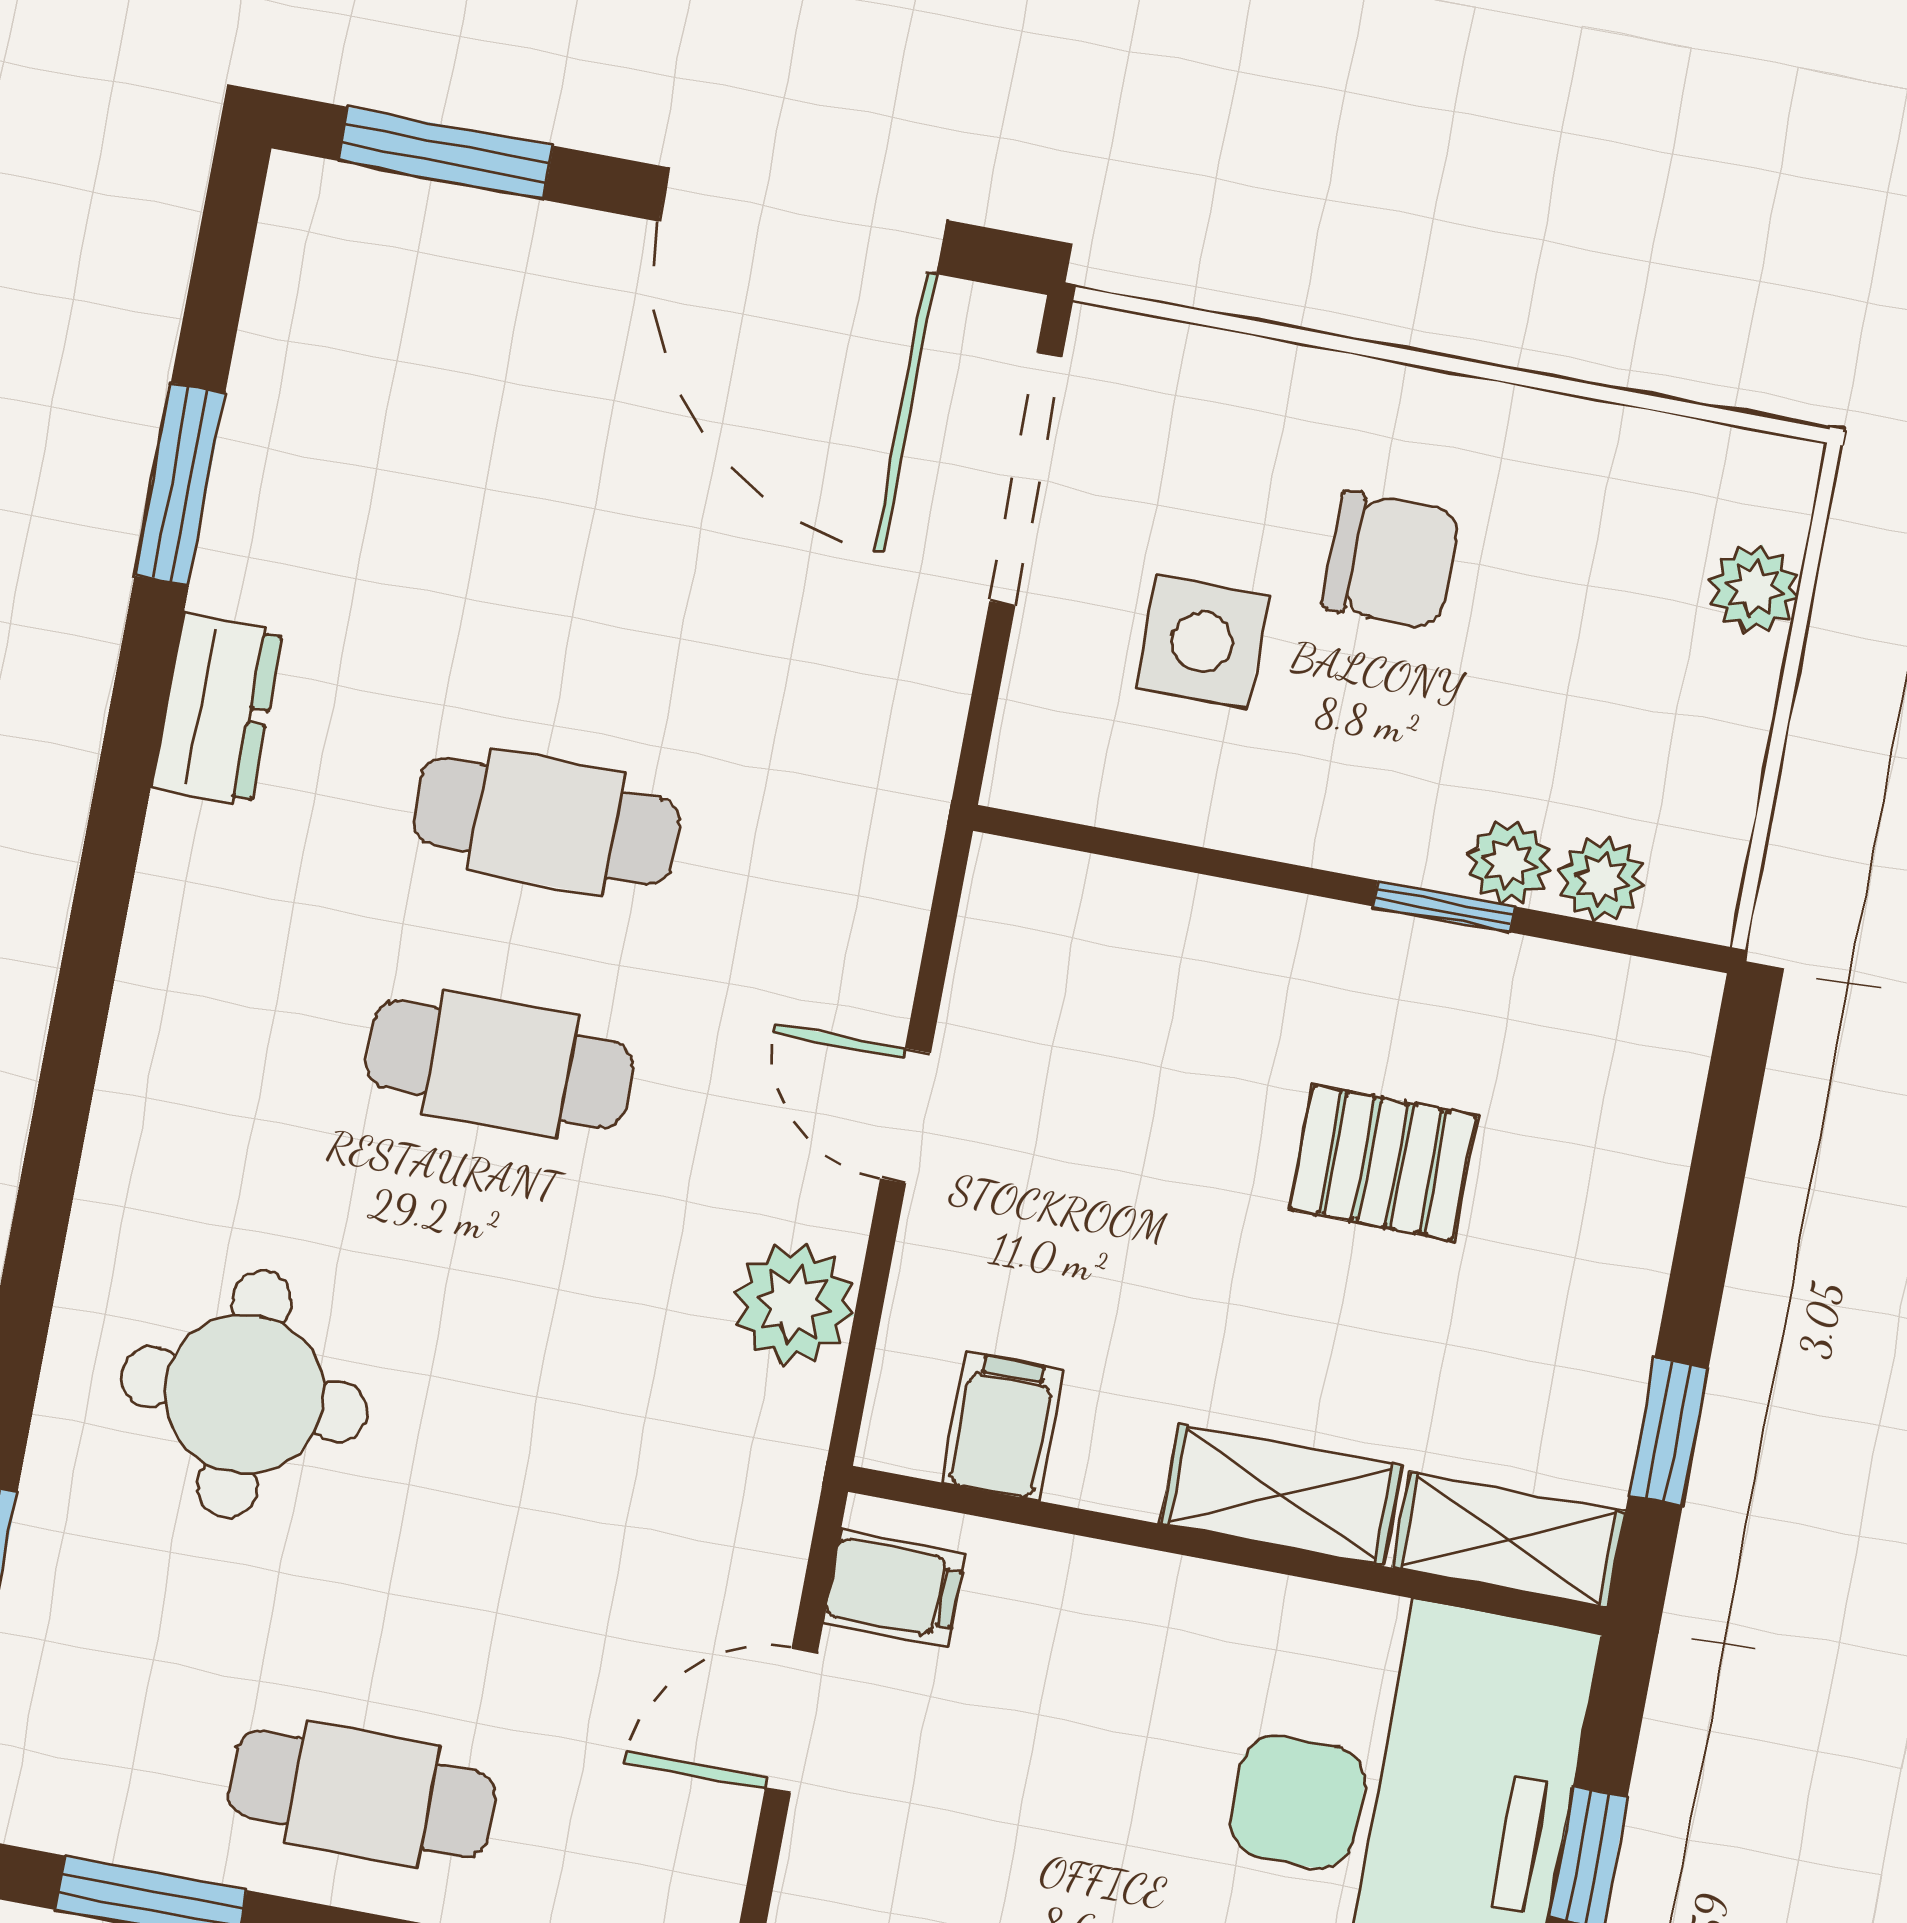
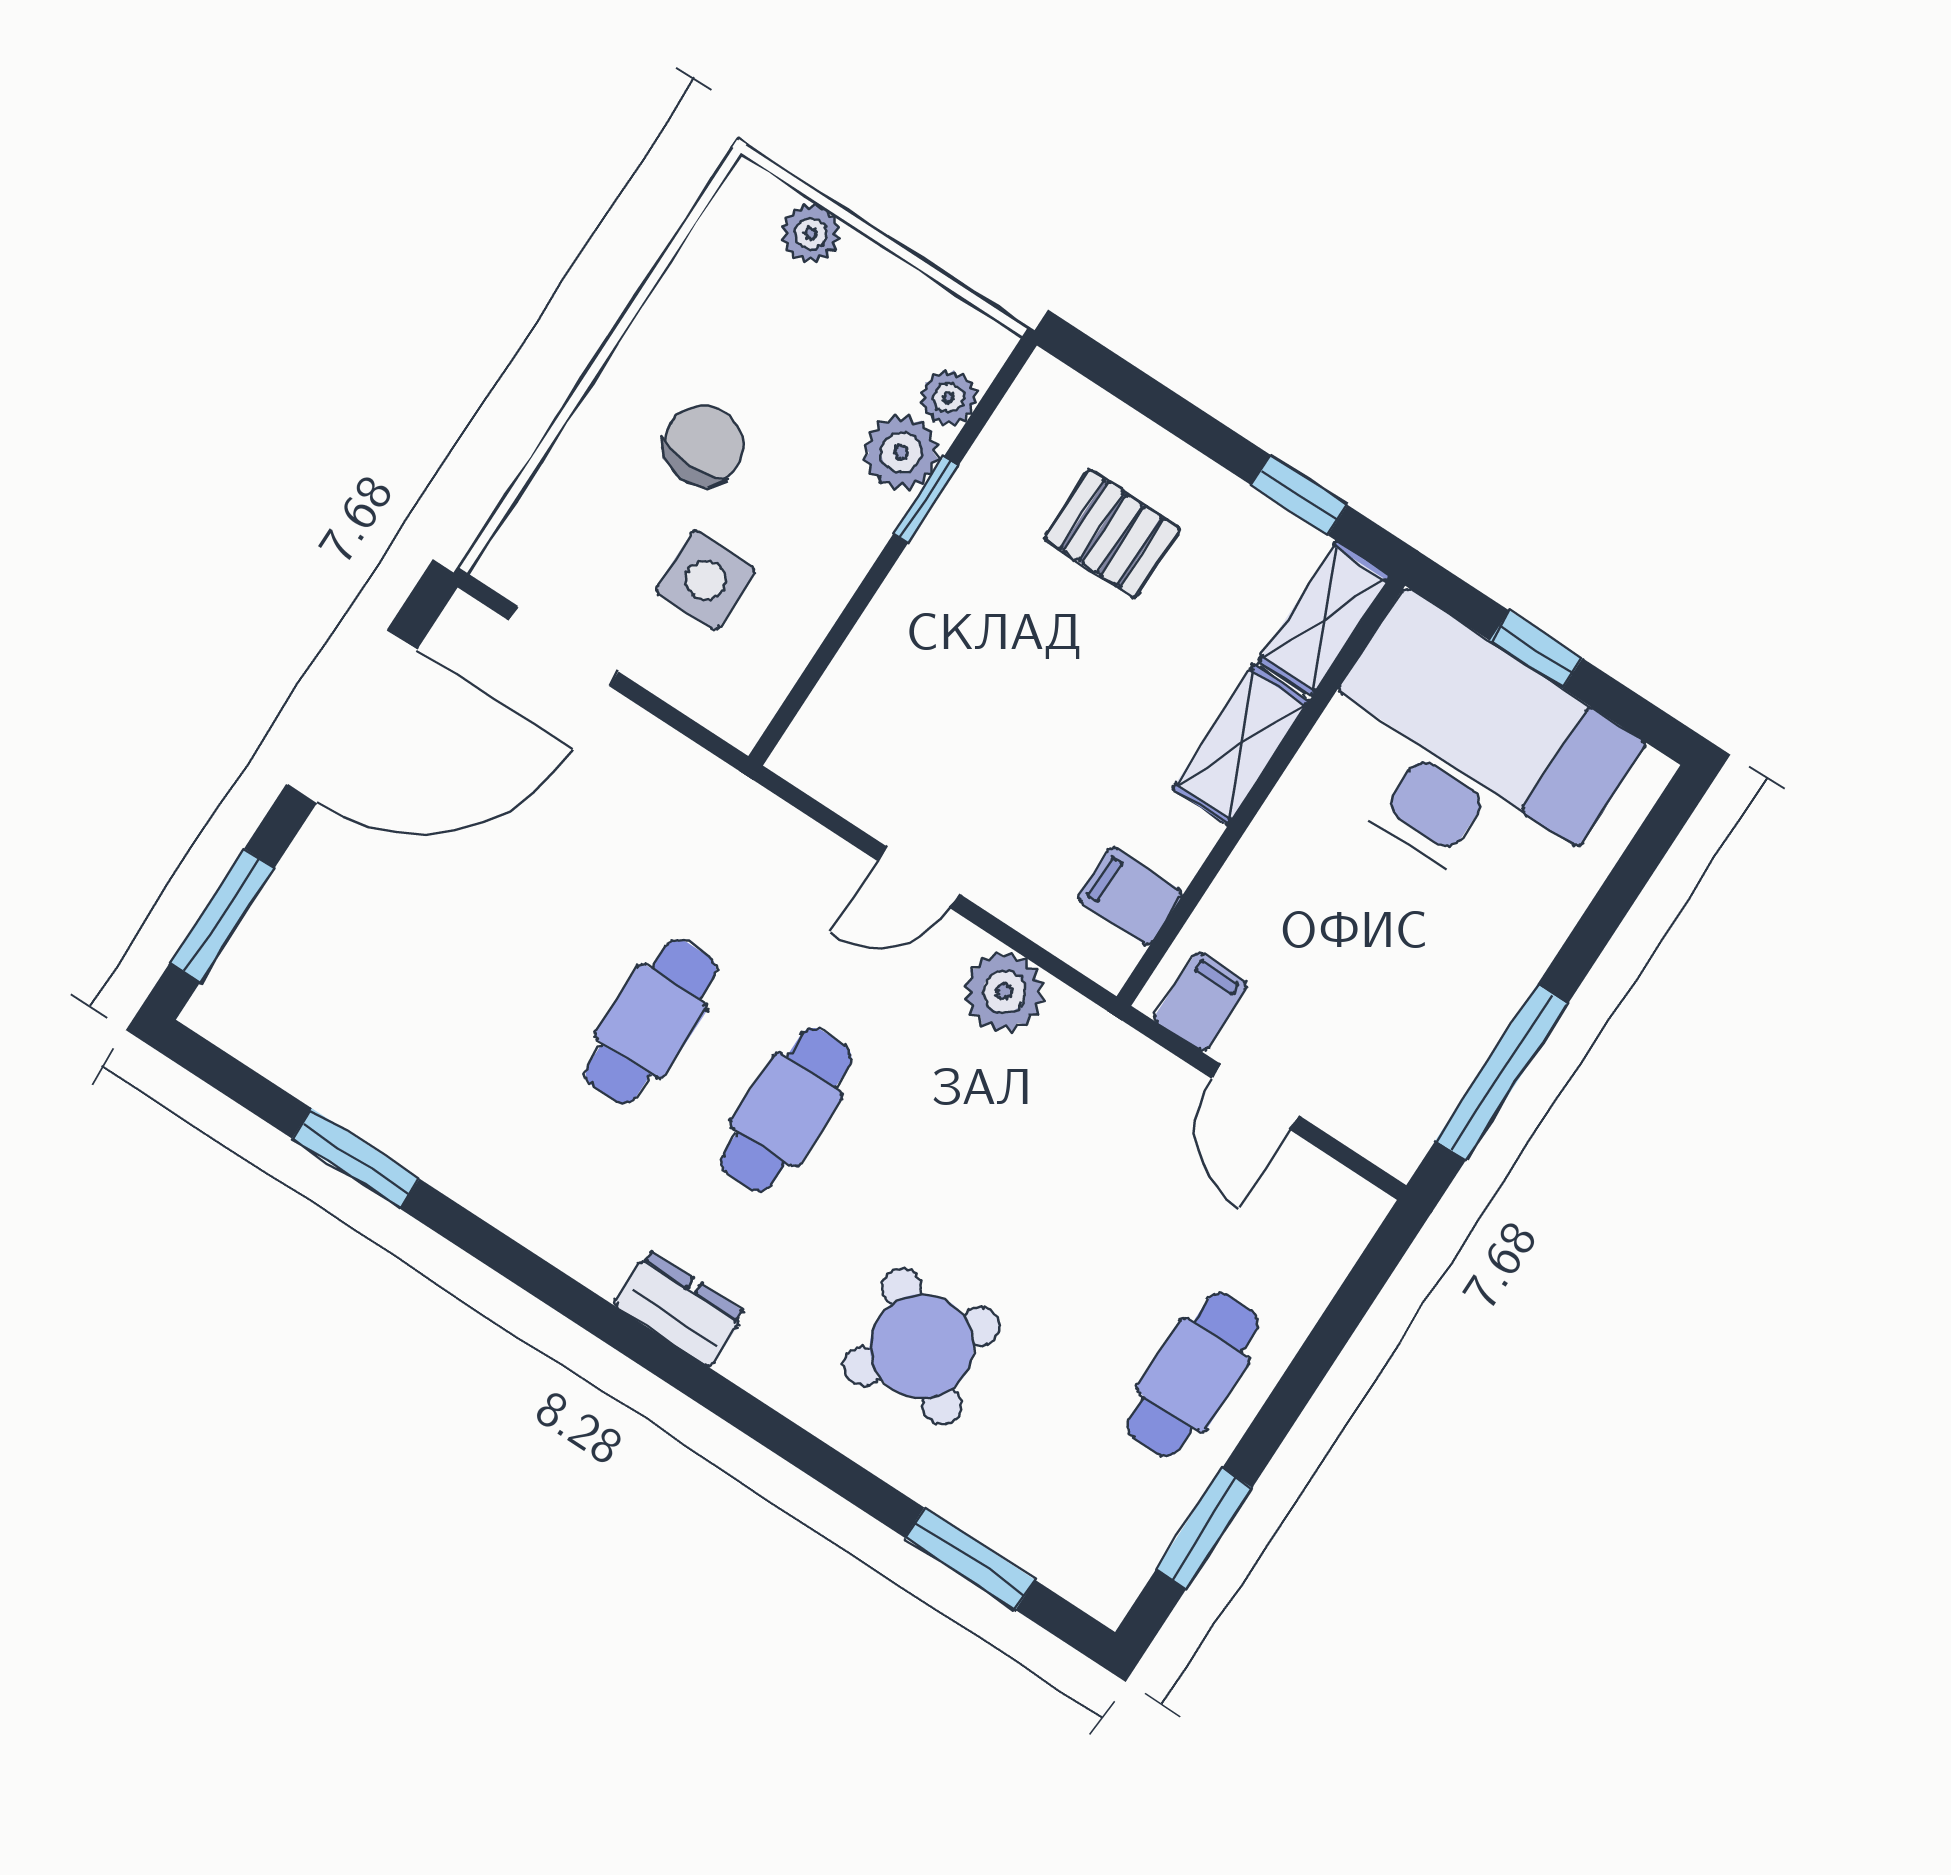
doorway: (1026, 479) -> (563, 646), width x0.73
dresser: (217, 709) -> (679, 1308), moved
plant: (1509, 862) -> (901, 452), width x1.38, depth x1.38
pallet: (1383, 1163) -> (1112, 534), moved, turned 90
round table: (244, 1394) -> (922, 1346), turned 38

